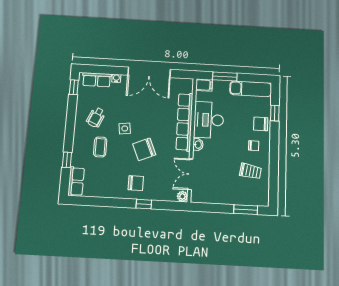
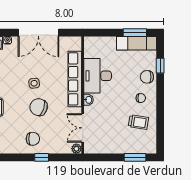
window: (225, 77) -> (135, 33), moved
filing cabinet: (204, 85) -> (92, 42), removed
side table: (125, 128) -> (34, 83), moved
chair: (144, 149) -> (39, 107), turned 41

